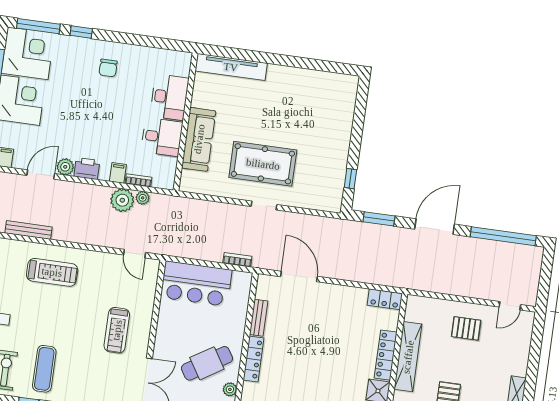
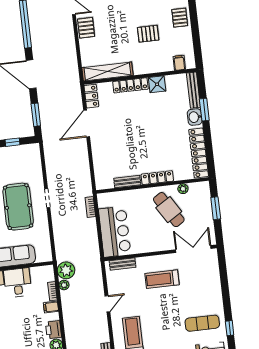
plant: (122, 200) -> (66, 270), moved
door: (135, 254) -> (107, 304), moved
door: (299, 276) -> (87, 124), moved
bench: (151, 283) -> (123, 264), added
pallet: (466, 328) -> (86, 28), moved
treadmill: (117, 330) -> (162, 279), turned 180
shelving: (408, 357) -> (107, 72), moved

